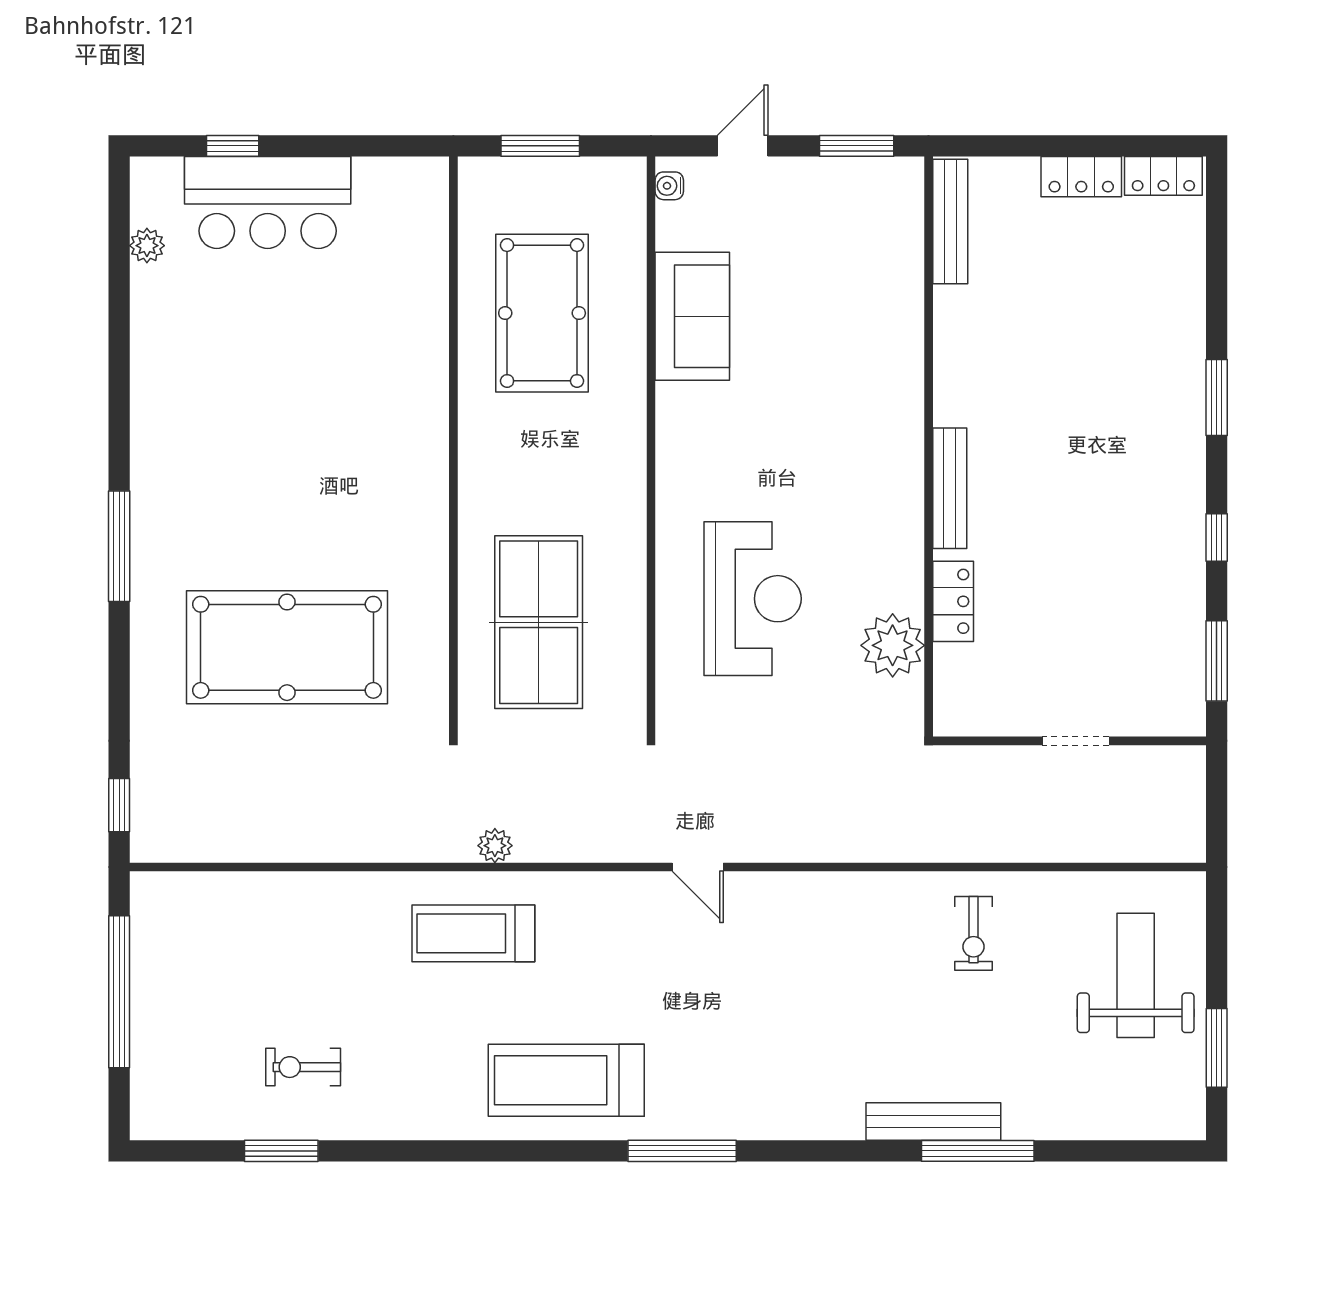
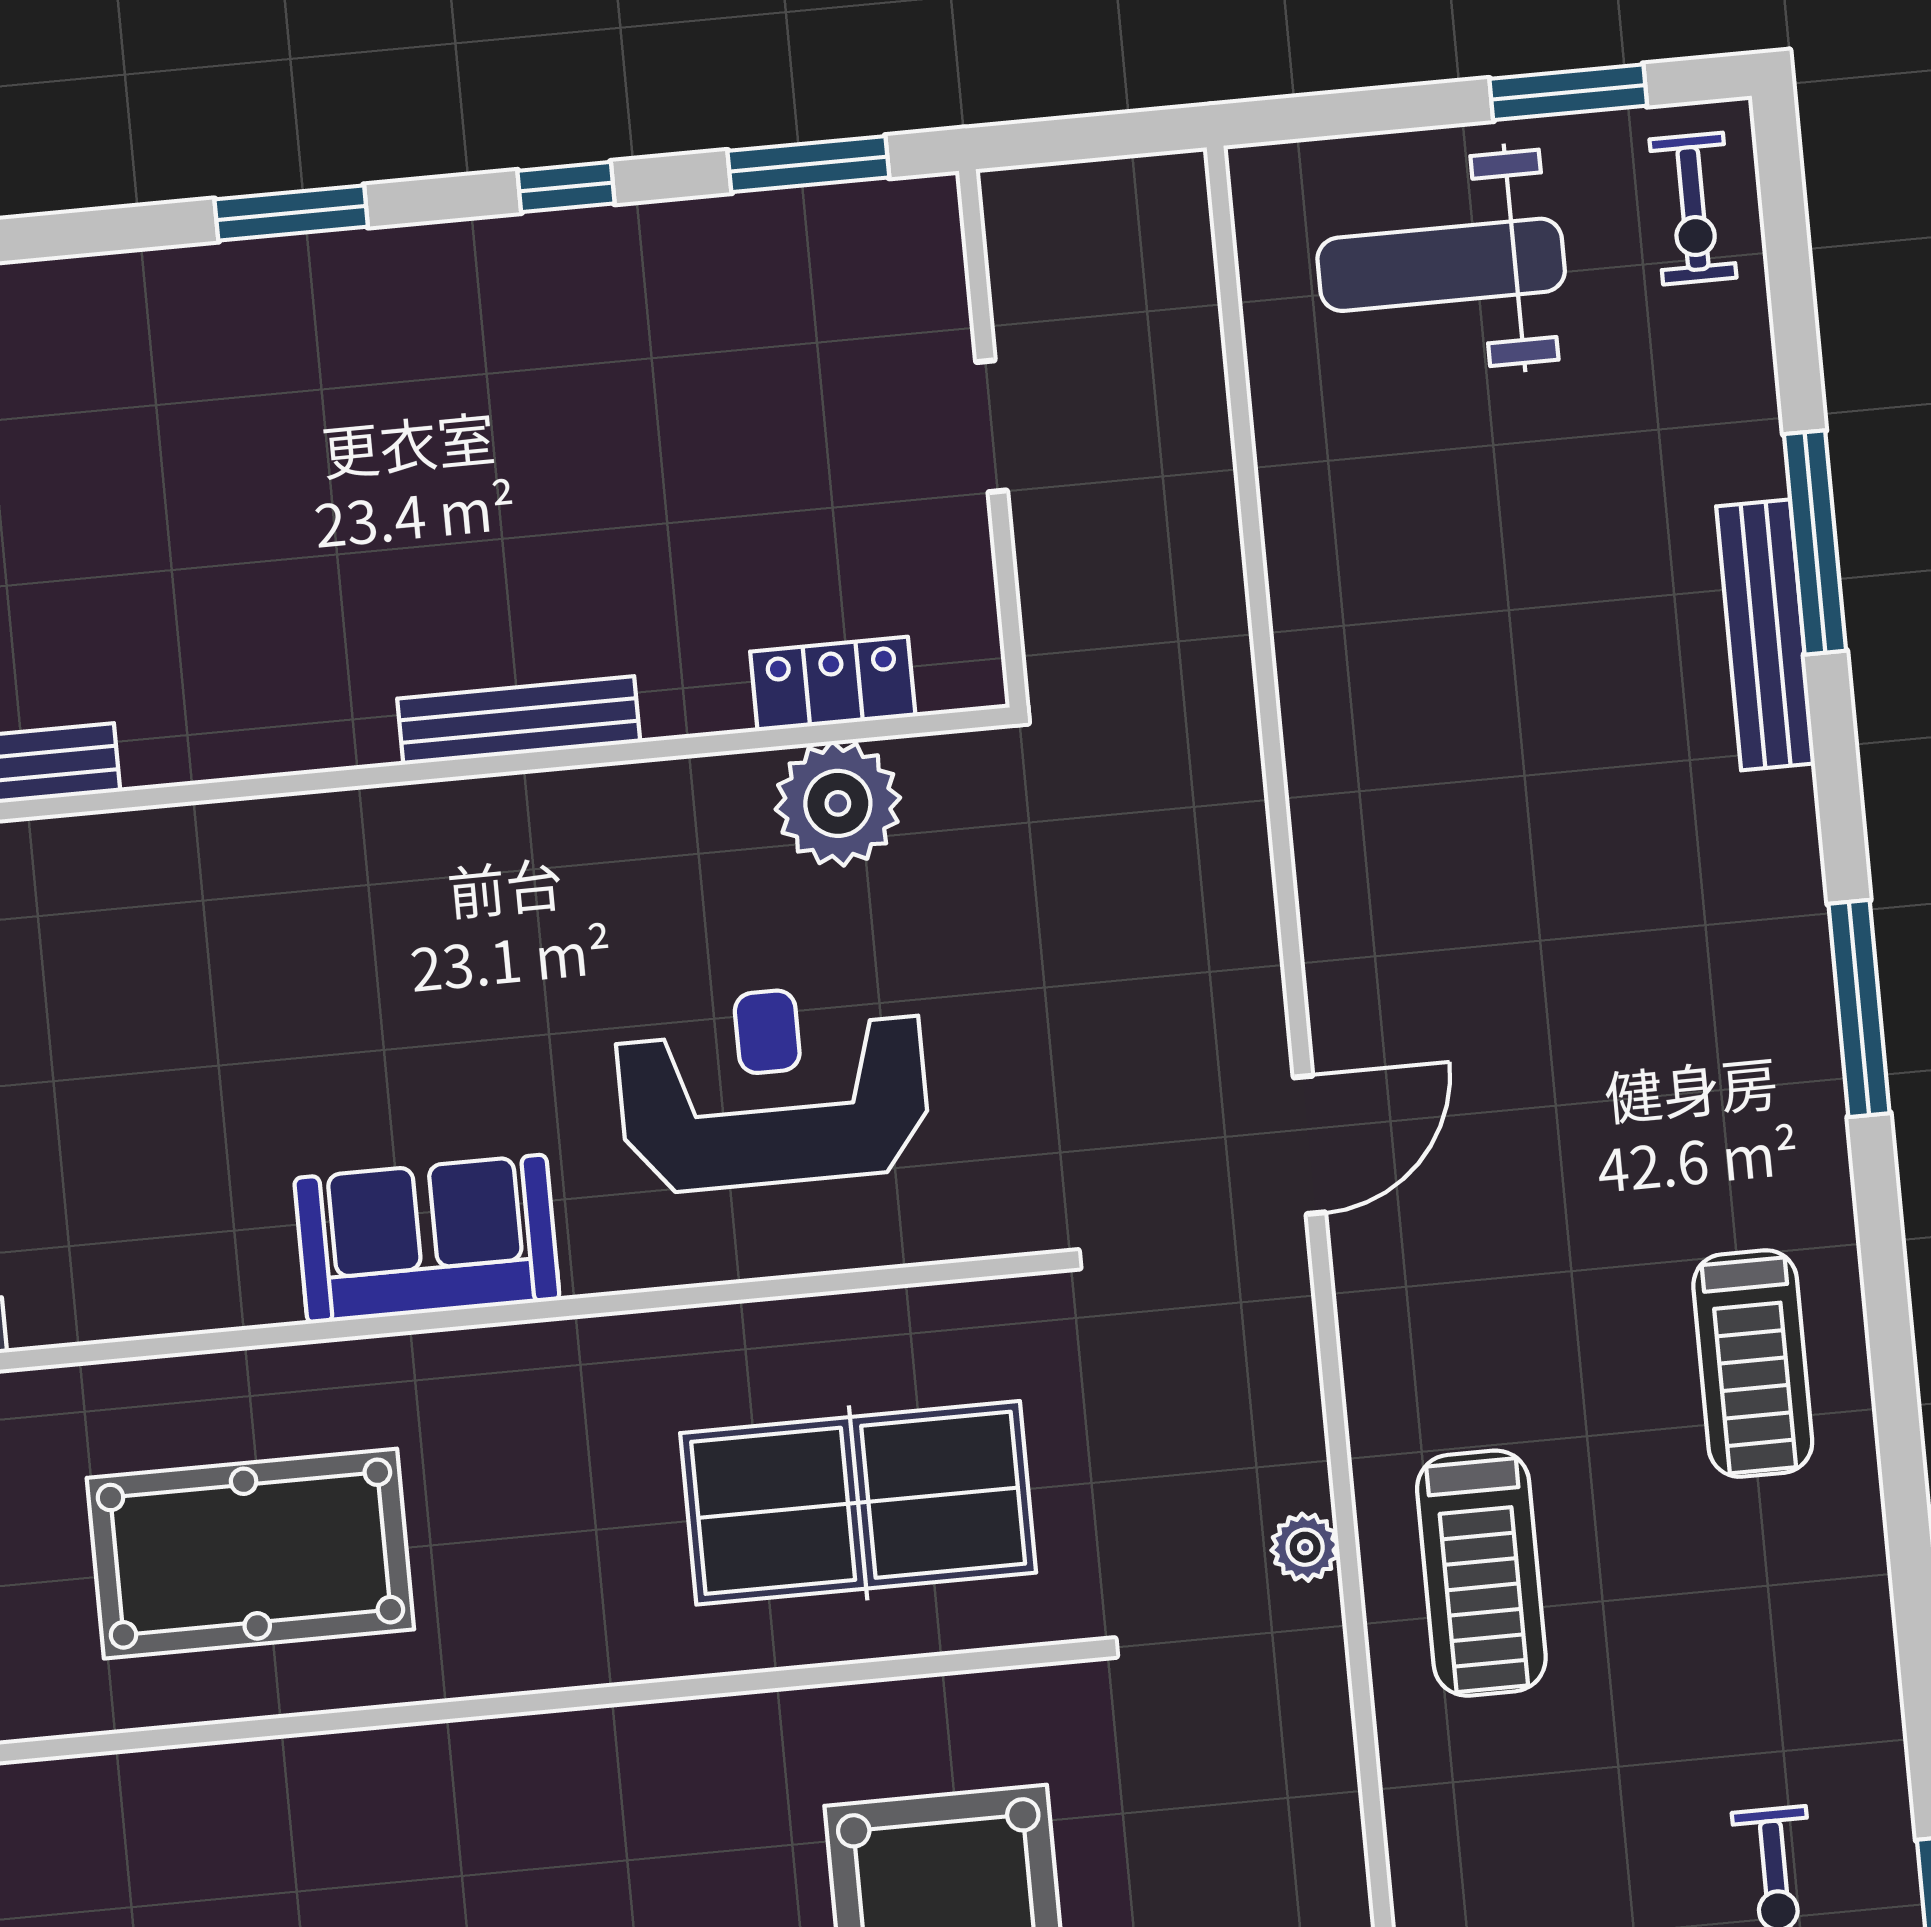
sofa: (692, 316) -> (427, 1239), moved
locker: (953, 601) -> (833, 684), moved
door: (698, 867) -> (1309, 1145), width x1.37
exercise bike: (974, 933) -> (1693, 209), moved, turned 90
treadmill: (566, 1080) -> (1753, 1364), width x0.73, depth x0.73
window: (682, 1151) -> (1859, 1008), moved

